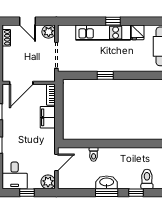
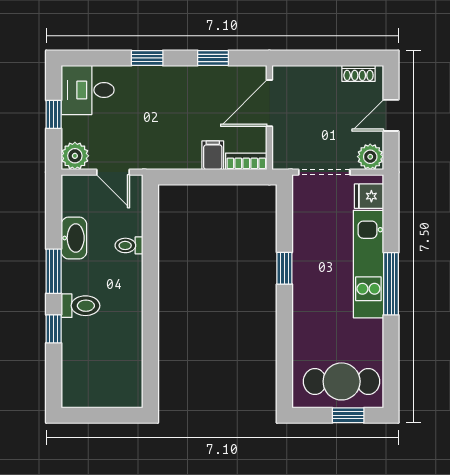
window: (113, 21) -> (391, 284), width x2.17
fridge: (138, 32) -> (369, 196), moved
door: (21, 83) -> (269, 103), hinge flipped
filing cabinet: (48, 117) -> (213, 155), width x0.50
toilet: (147, 179) -> (80, 306), moved
washbasin: (107, 182) -> (74, 238), moved

